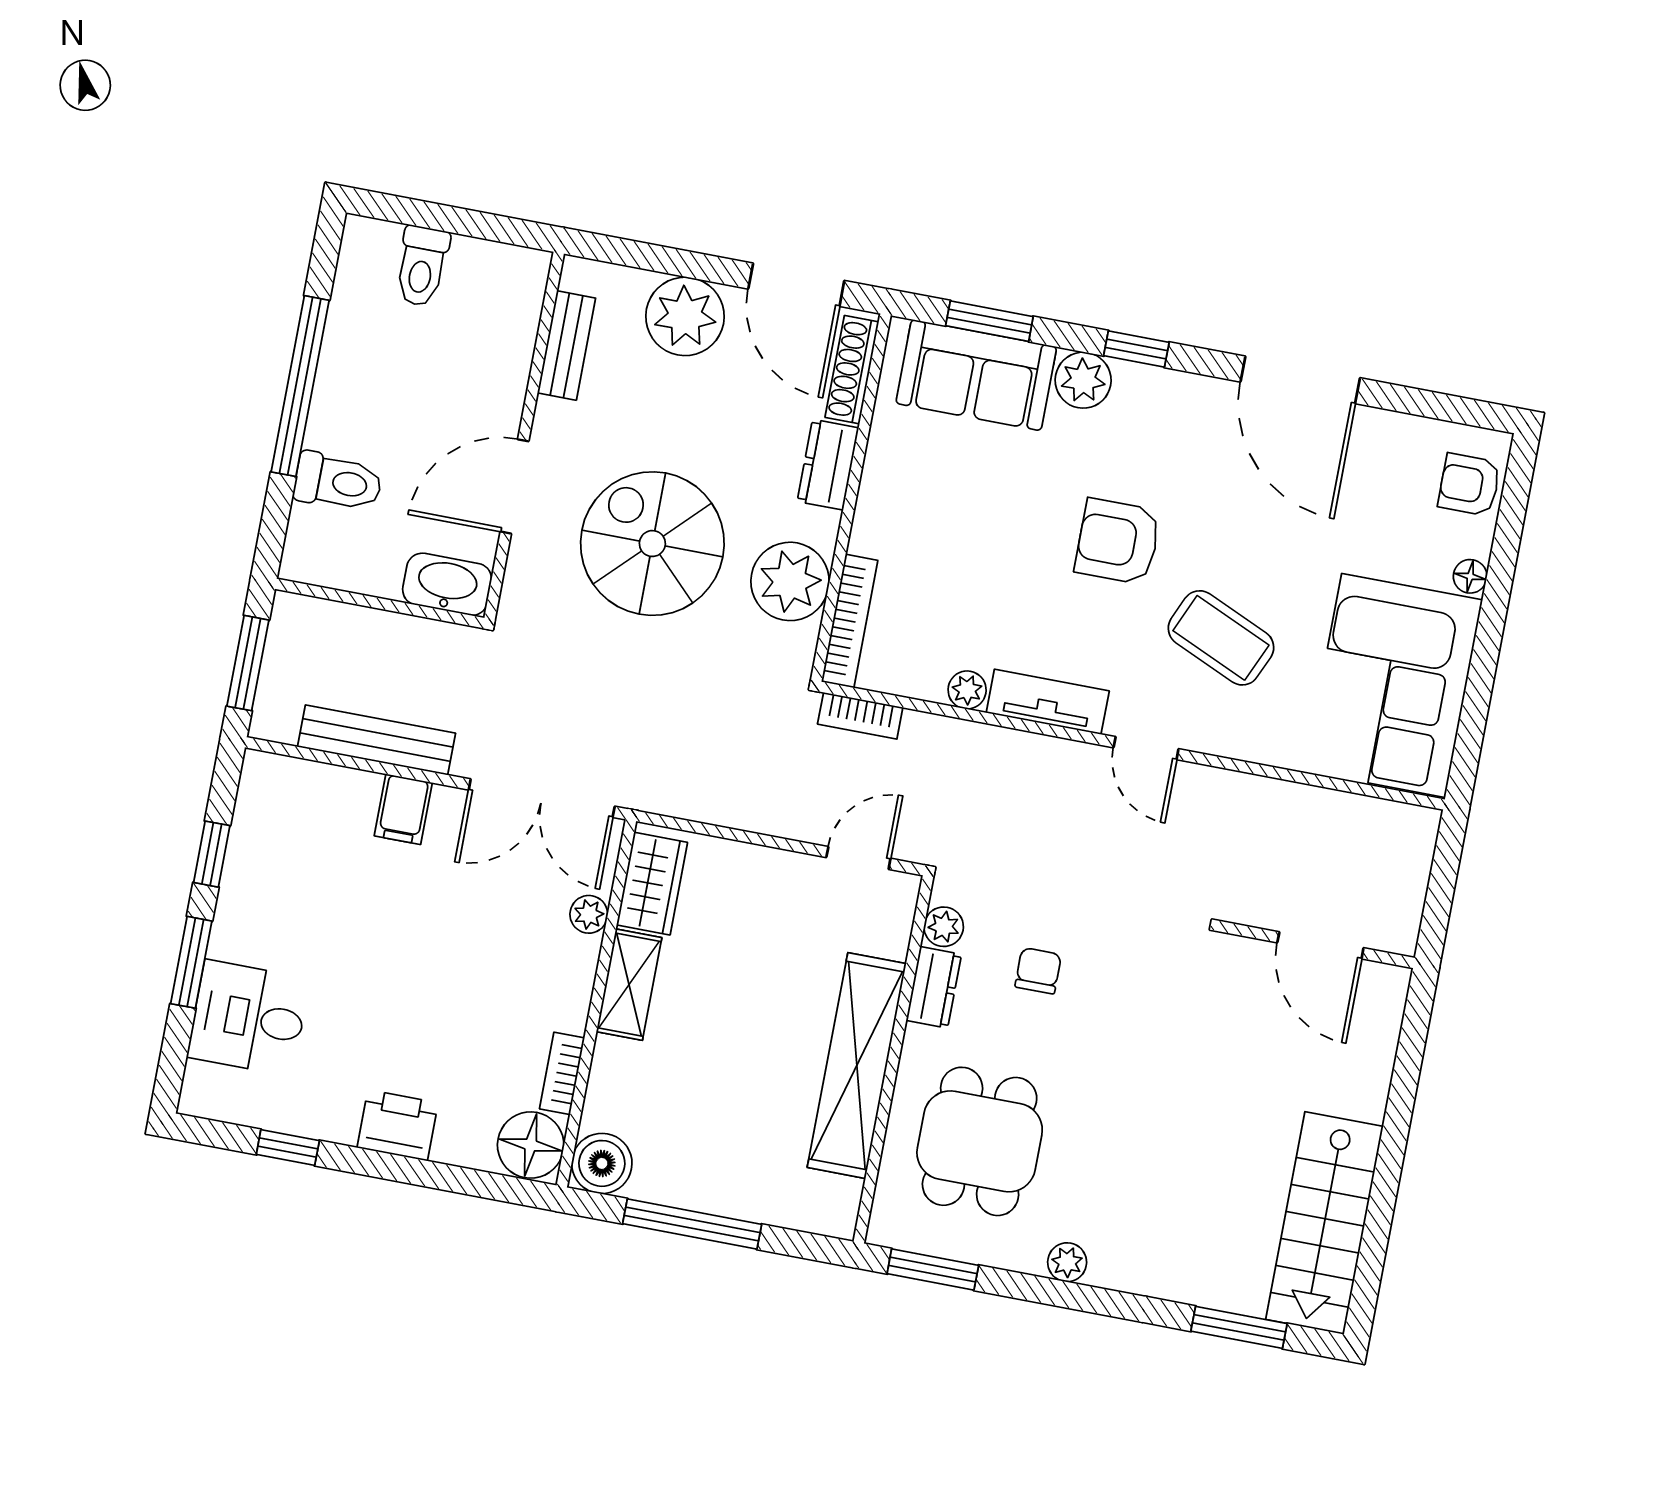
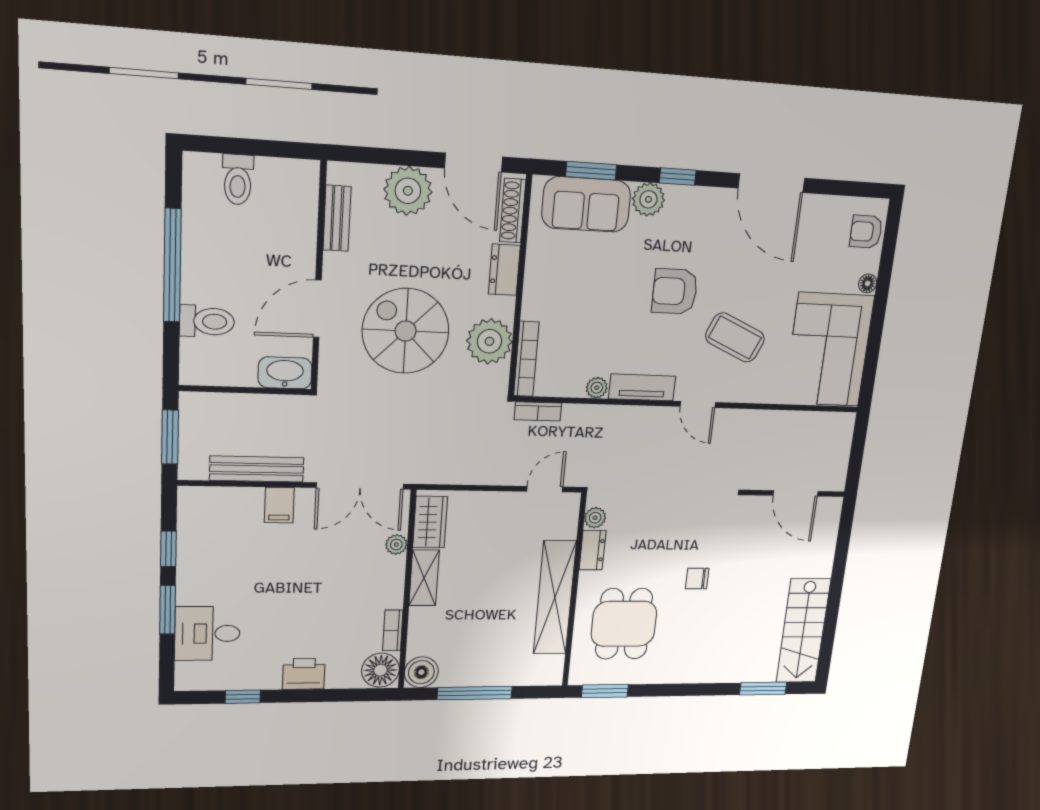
chair: (1038, 971) -> (697, 578), moved, turned -90
plant: (1067, 1262) -> (674, 674), removed

